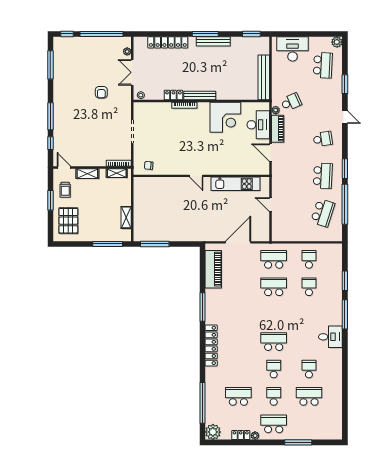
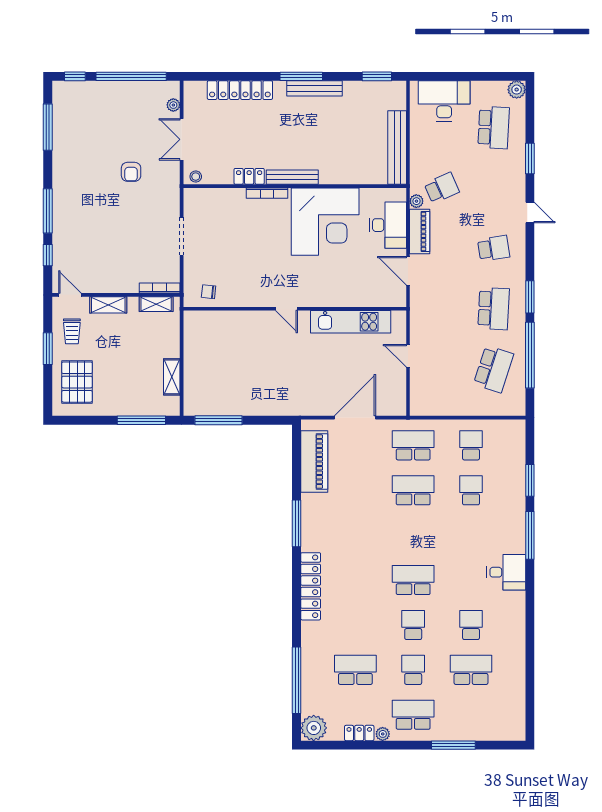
corner desk: (225, 117) -> (325, 222), width x1.36, depth x1.36

